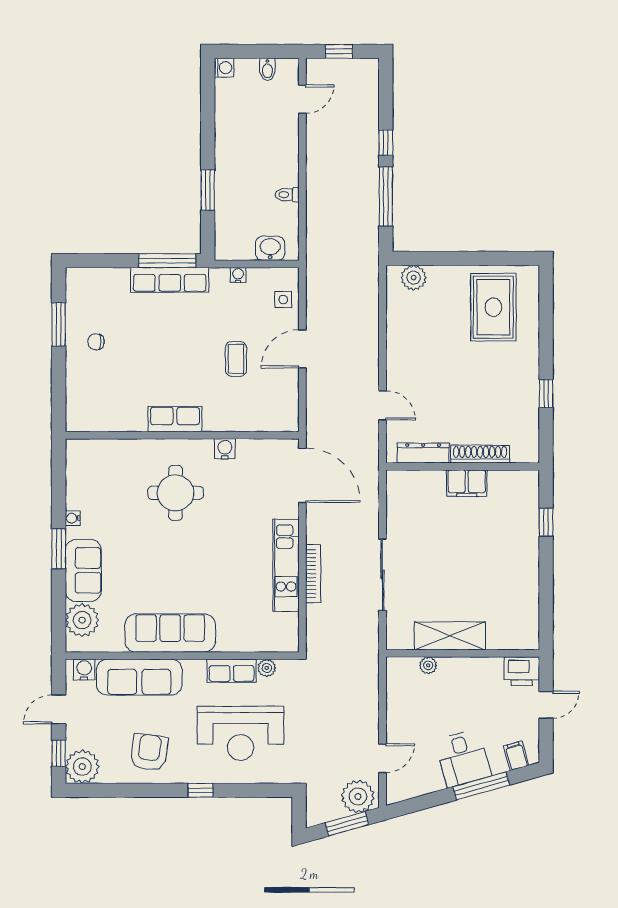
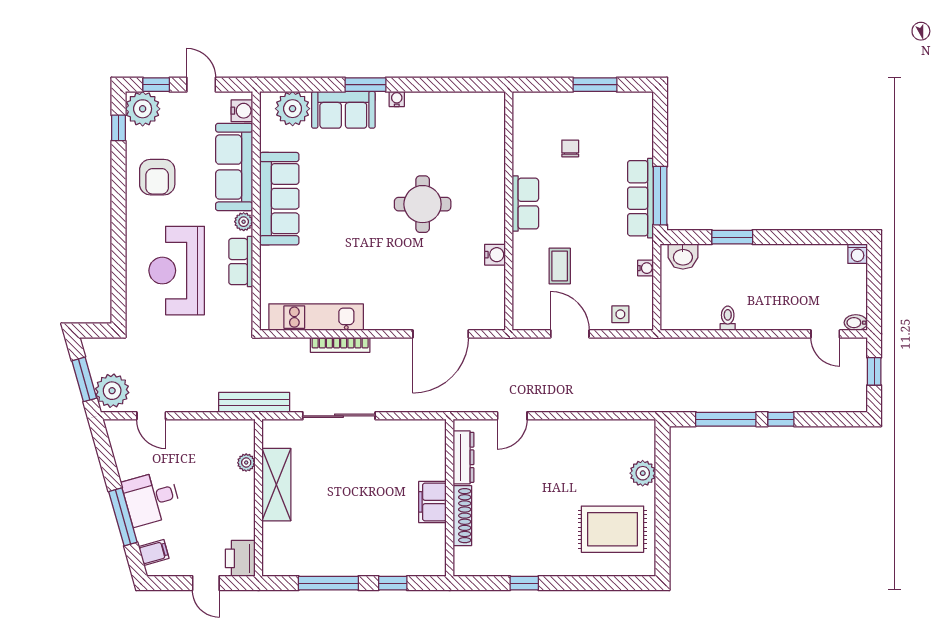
bidet: (267, 69) -> (856, 323), moved
washbasin: (270, 248) -> (683, 256), moved, turned 90
plant: (414, 278) -> (643, 473), moved
chair: (96, 342) -> (570, 148), moved
coffee table: (236, 359) -> (560, 266), turned 90
row of seats: (175, 419) -> (525, 204), moved
wall: (182, 435) -> (509, 211), moved
water cooler: (225, 449) -> (495, 255), moved
kitchen unit: (286, 565) -> (316, 317), moved
window: (546, 585) -> (328, 583), added
bench: (369, 658) -> (254, 402), added
plant: (267, 668) -> (244, 222), moved
armchair: (149, 752) -> (157, 177), turned 82
window: (201, 790) -> (118, 128), moved

